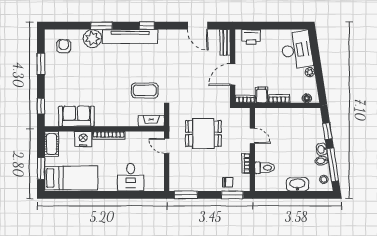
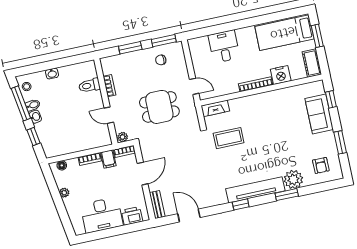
desk: (297, 50) -> (102, 215), moved, turned -81
plant: (244, 113) -> (123, 137), added
sofa: (76, 116) -> (319, 114), moved, turned 90
chair: (228, 182) -> (161, 60), moved
washbasin: (297, 184) -> (52, 74), width x0.52, depth x0.69
window: (232, 195) -> (130, 48), moved

